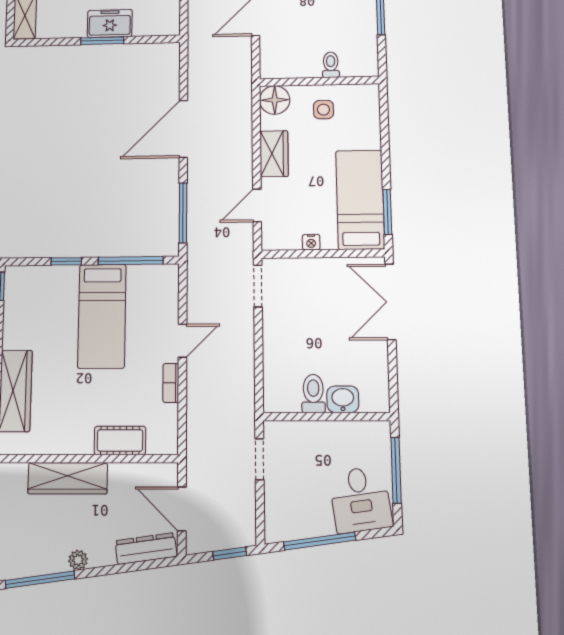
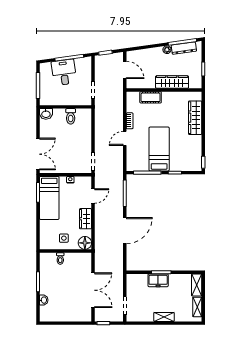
washbasin: (343, 399) -> (46, 114), moved
desk: (360, 499) -> (64, 72), moved
dresser: (146, 549) -> (184, 48), moved

